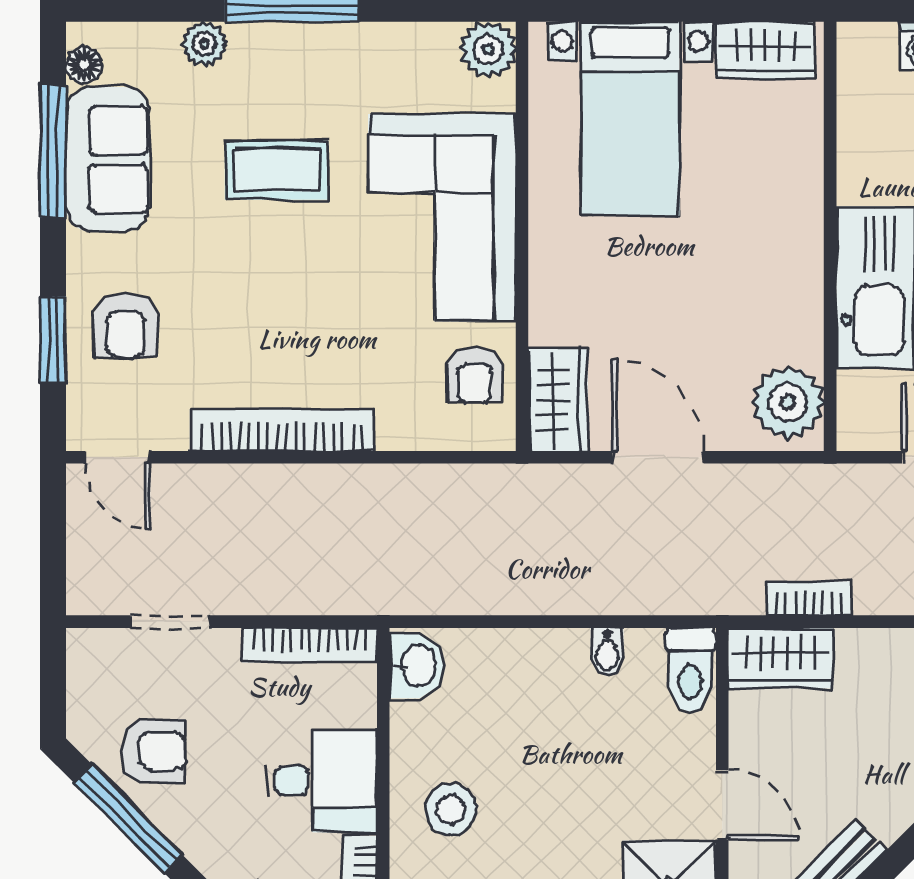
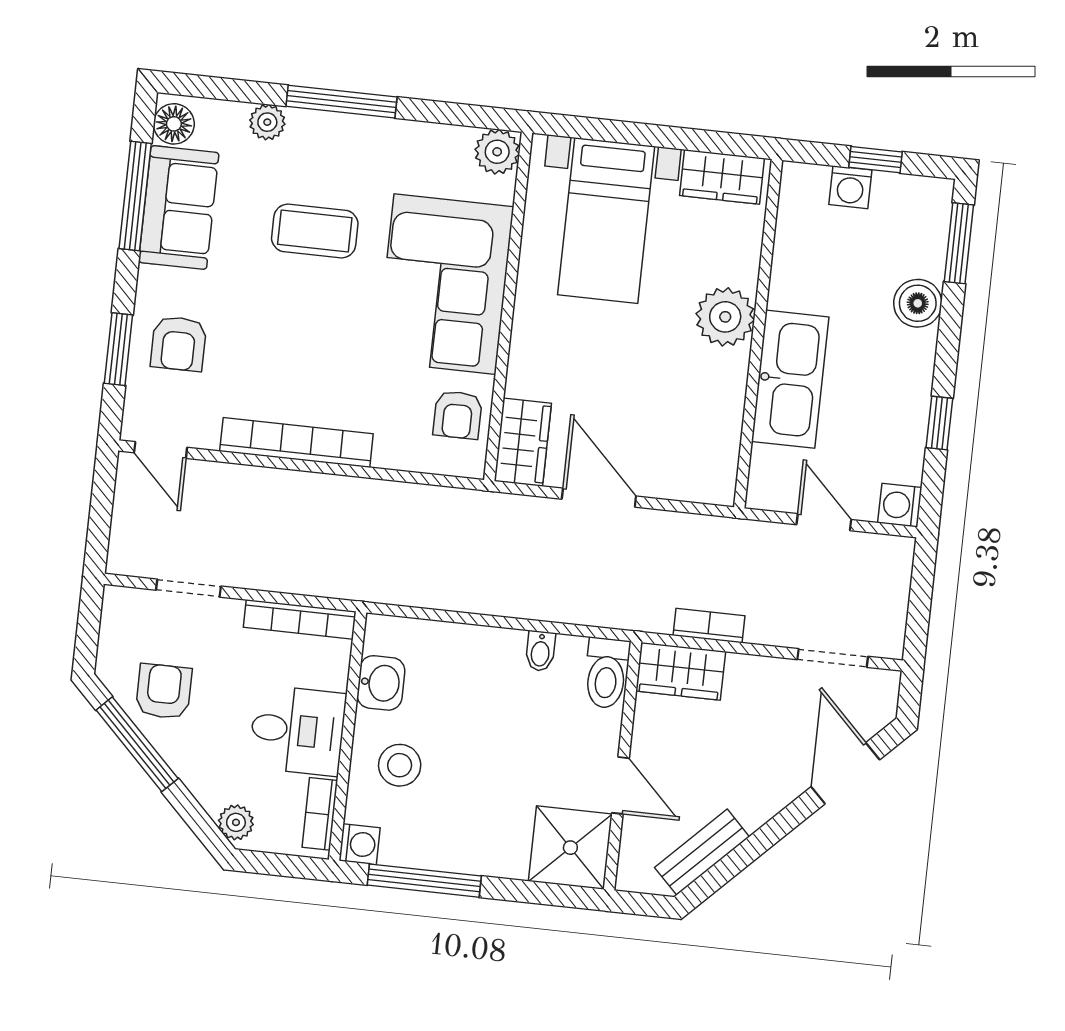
floor lamp: (84, 65) -> (174, 124), width x1.37, depth x1.37
plant: (788, 402) -> (725, 317), moved
washbasin: (417, 666) -> (381, 683), moved
armchair: (153, 751) -> (164, 691), turned -90

